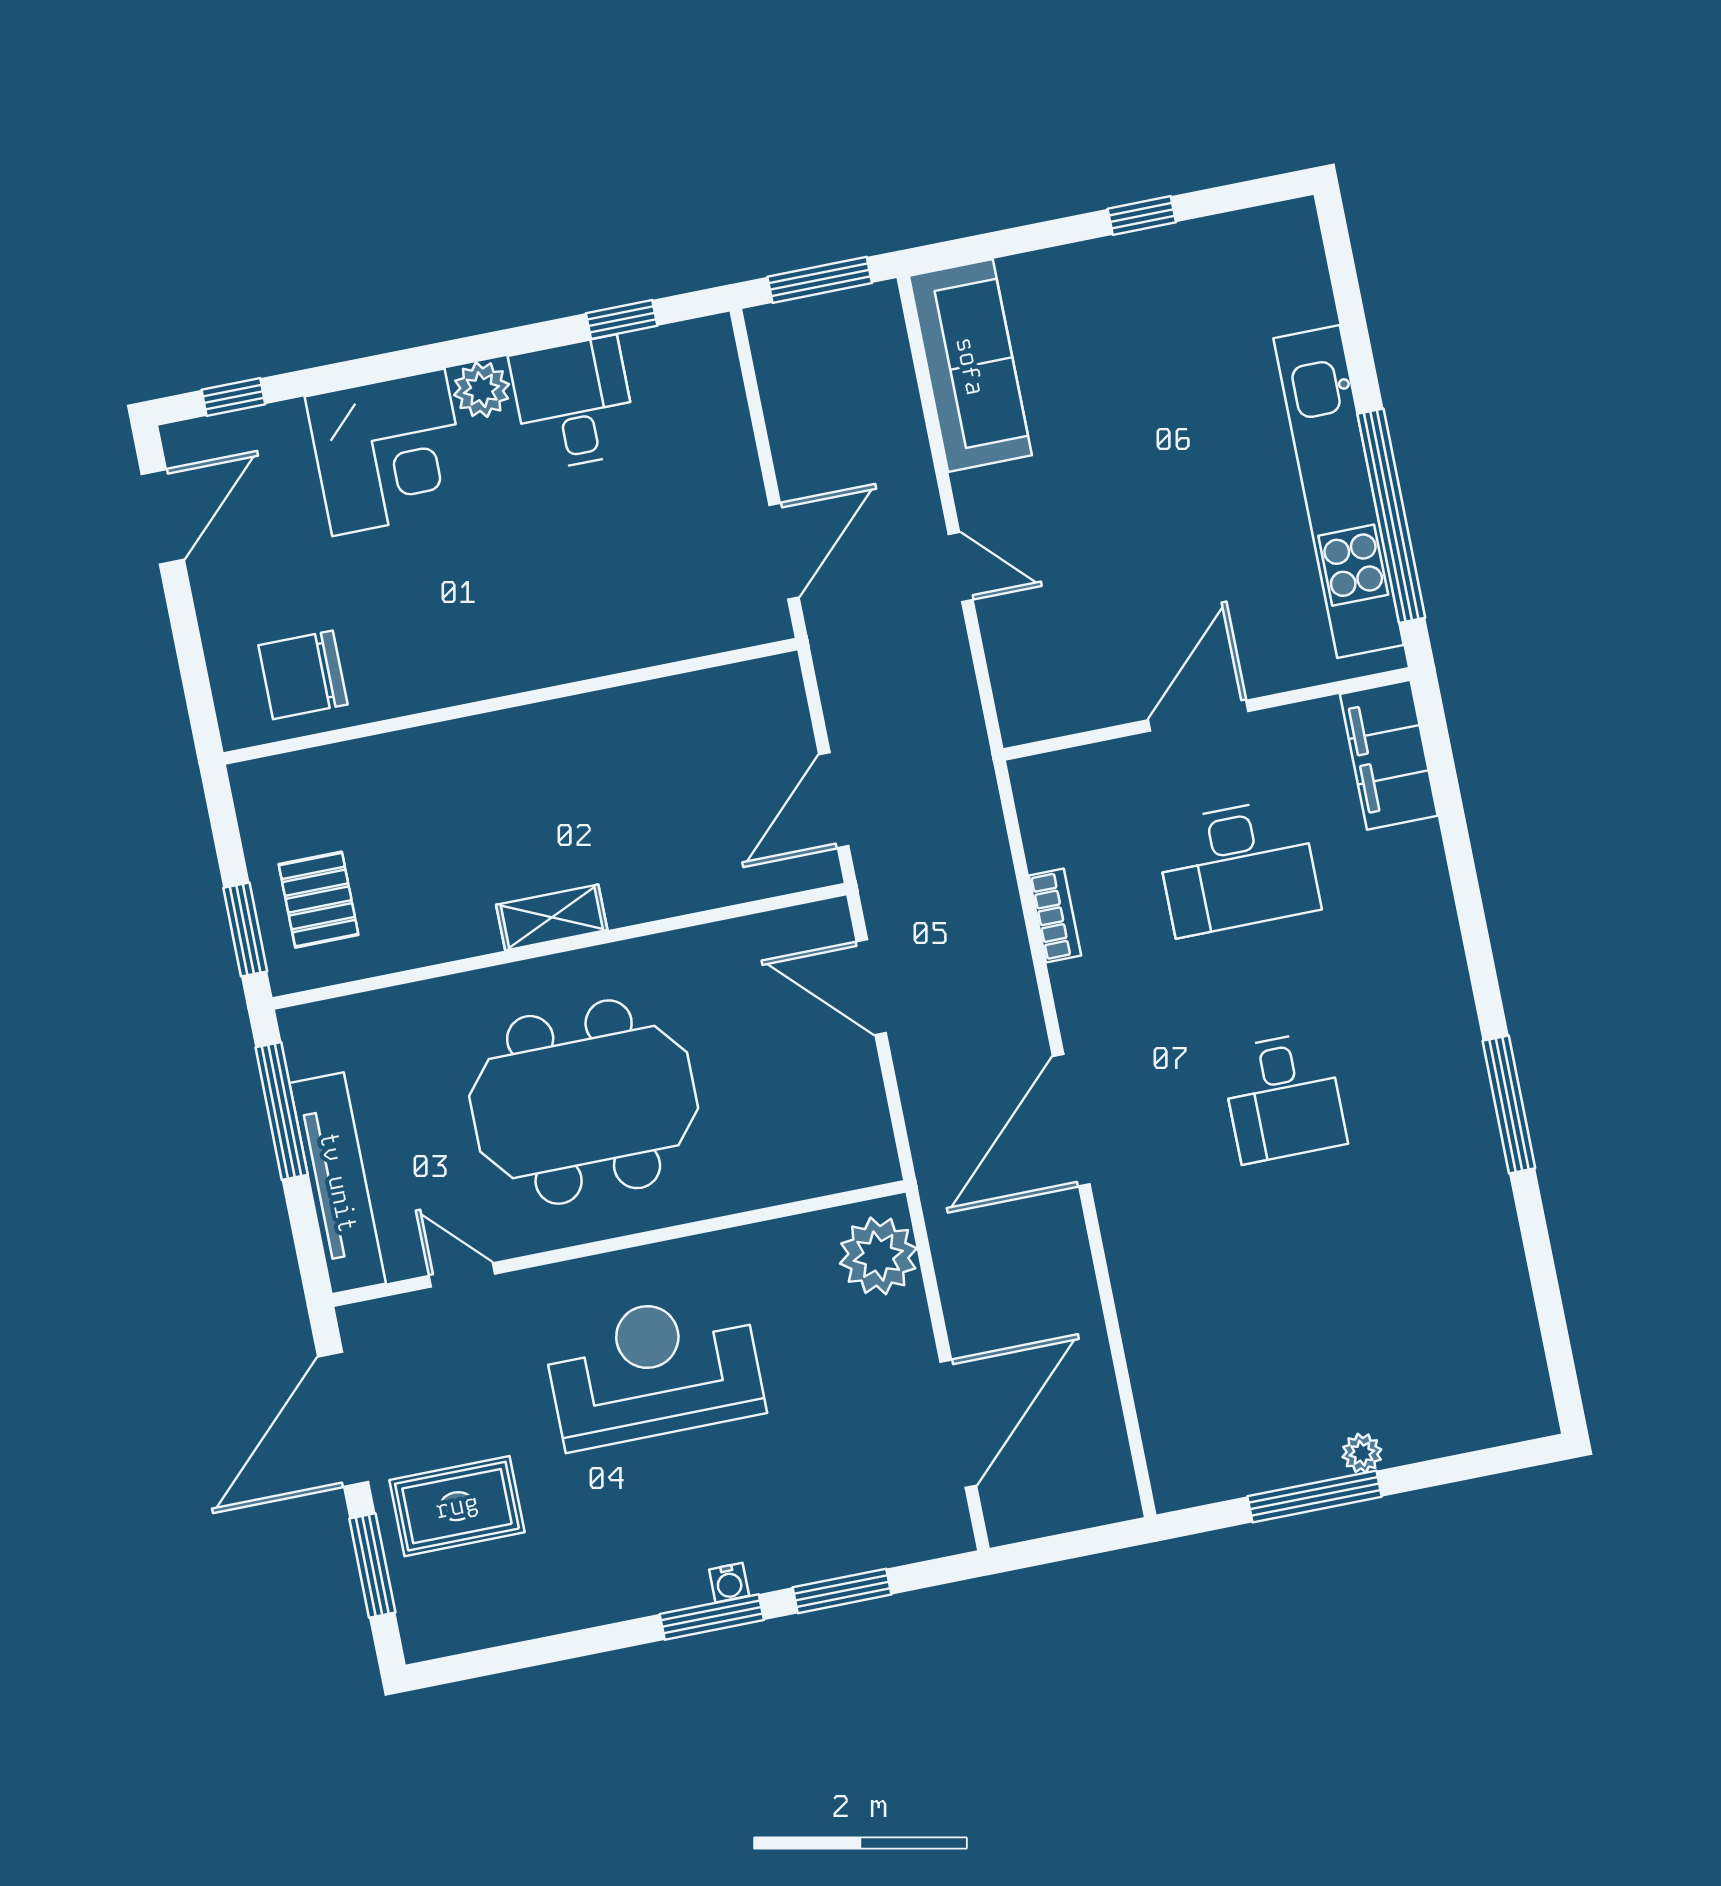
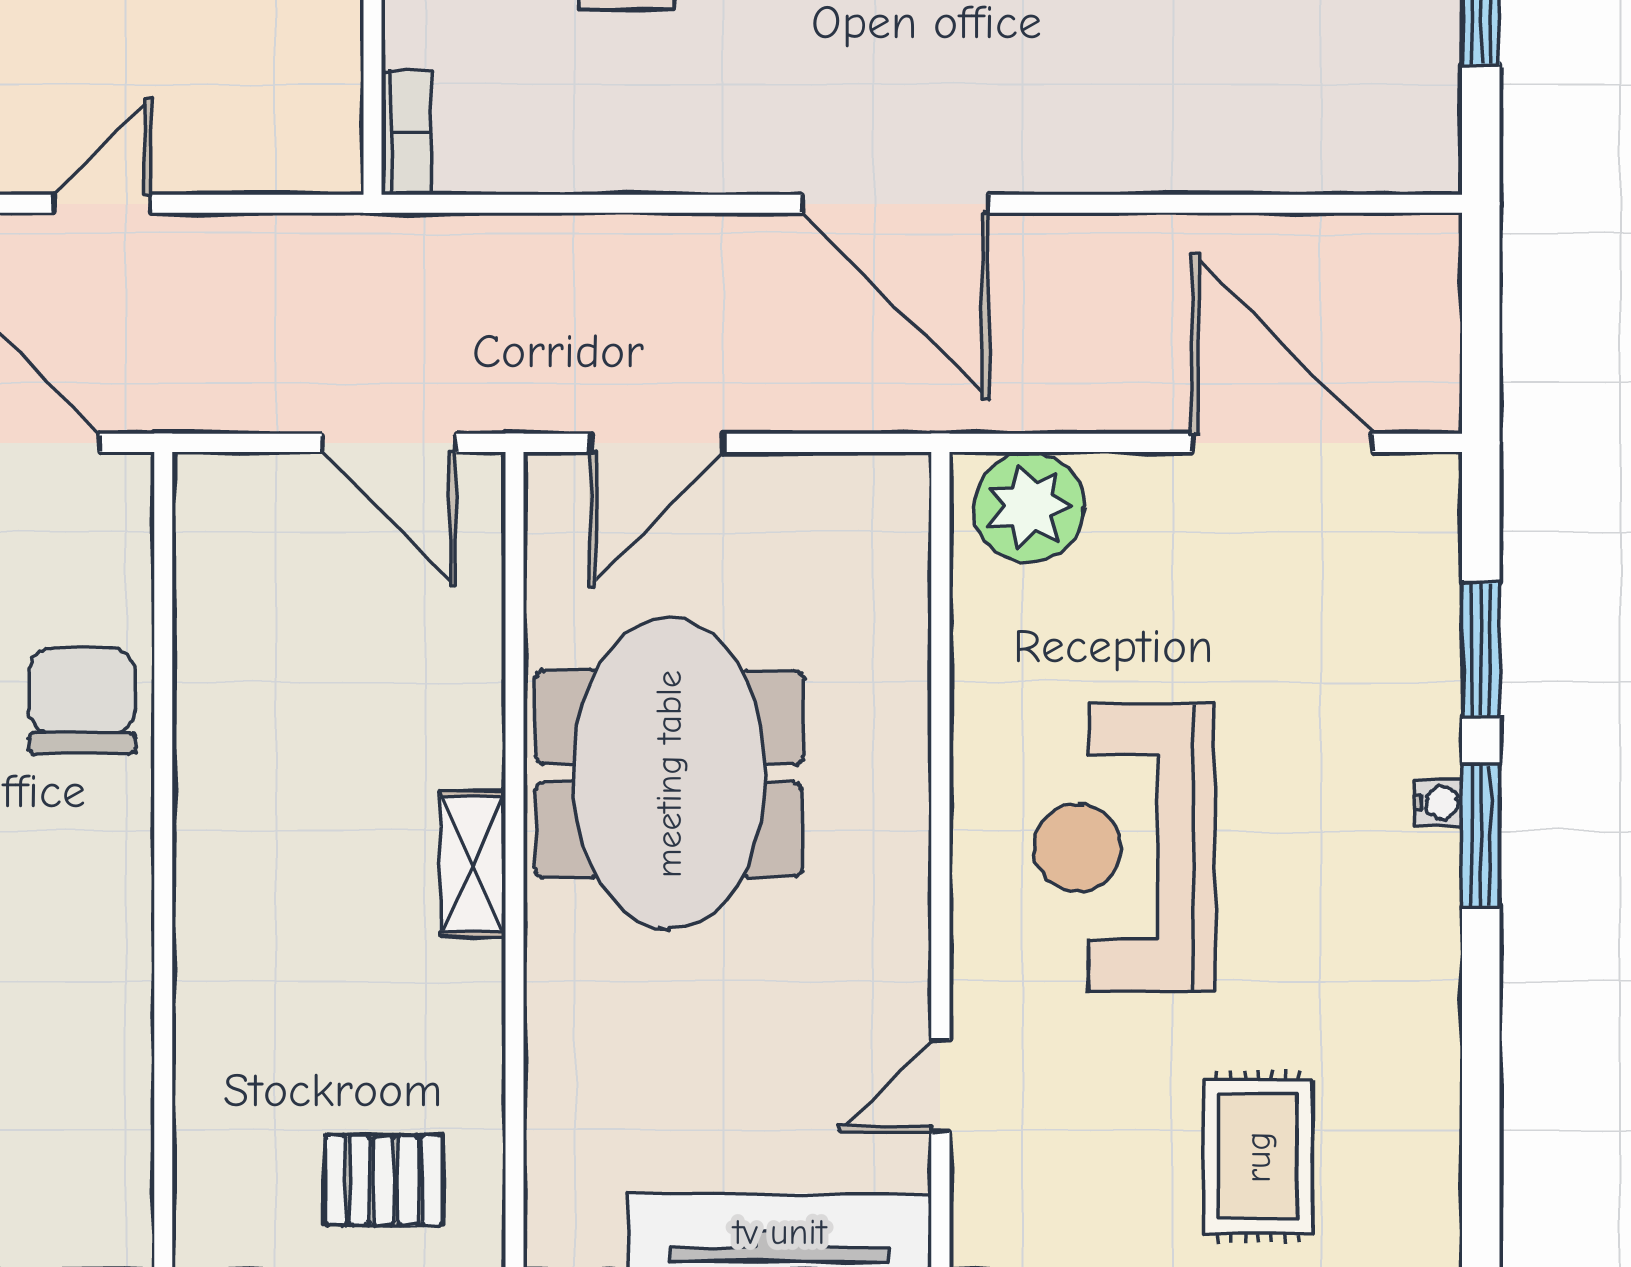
chair: (303, 675) -> (82, 700), moved, turned 180
bookcase: (1055, 915) -> (406, 132), moved, turned 90
meeting table: (584, 1102) -> (669, 774), moved

